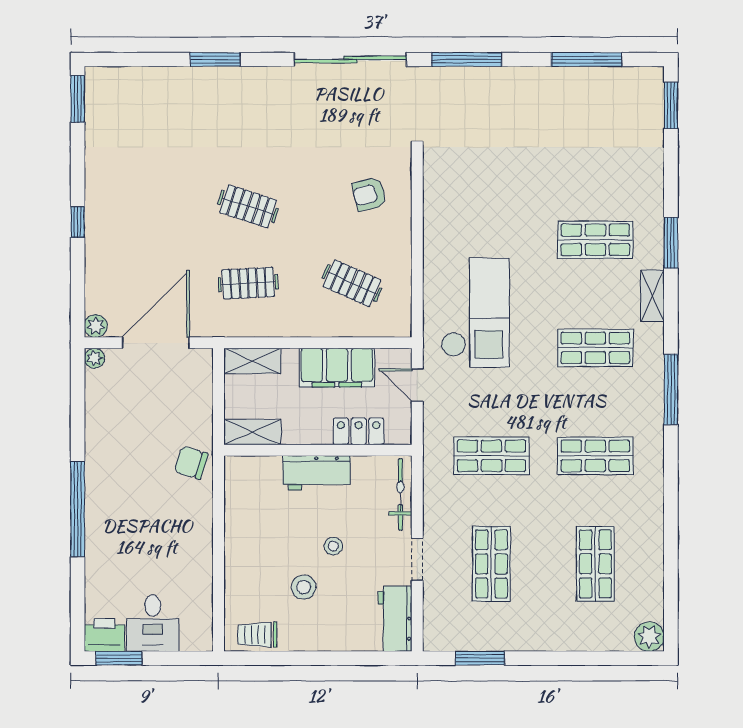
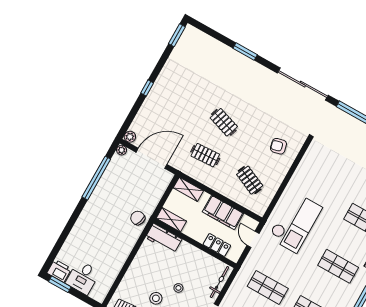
workbench: (316, 473) -> (164, 238), moved
window: (78, 509) -> (96, 178), moved

